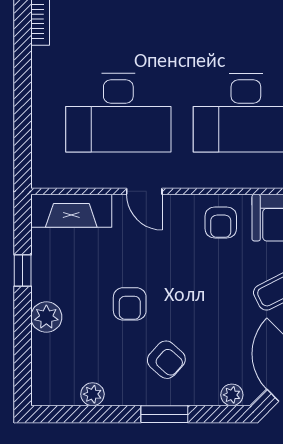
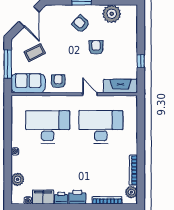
plant: (46, 317) -> (131, 42), removed
plant: (92, 394) -> (112, 14), width x1.87, depth x1.87
plant: (232, 395) -> (54, 9), removed

